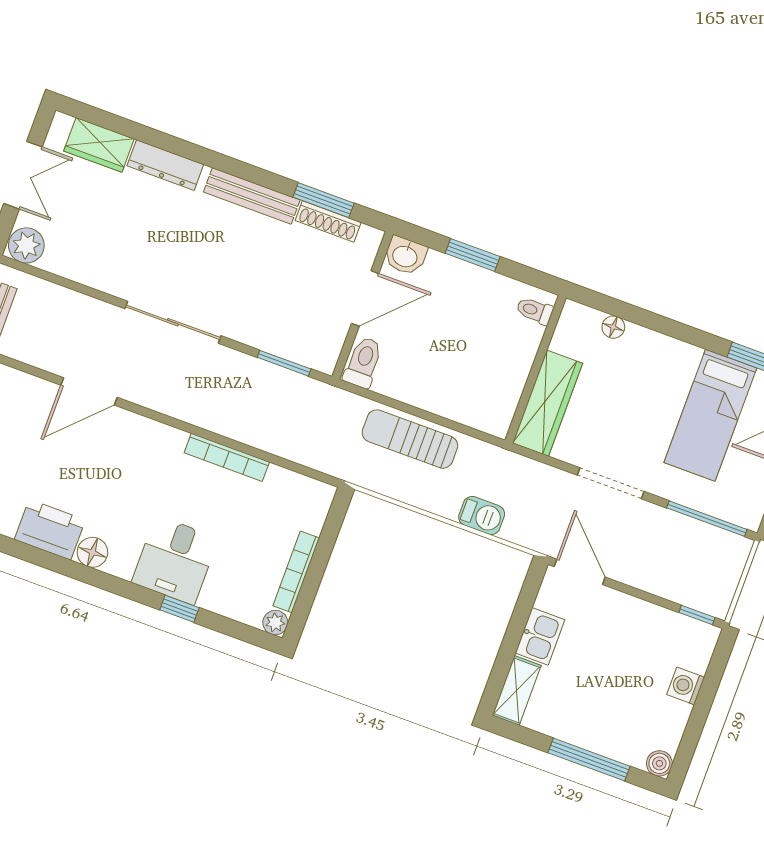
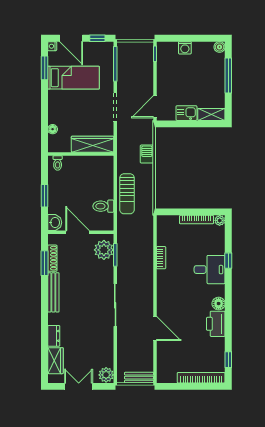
dresser: (165, 165) -> (54, 336), width x0.70
plant: (305, 342) -> (104, 250), added
toilet: (363, 362) -> (103, 206), moved
bookcase: (227, 457) -> (161, 258), width x0.64

